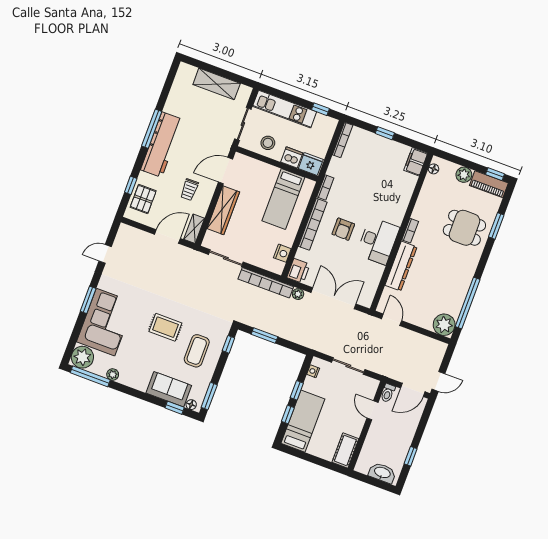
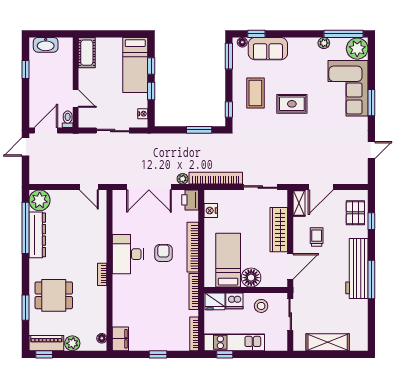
kitchen unit: (285, 109) -> (234, 342), moved
floor lamp: (267, 174) -> (251, 278), added
bookcase: (325, 187) -> (194, 291), width x1.56
dresser: (401, 266) -> (37, 235), moved, turned 180

